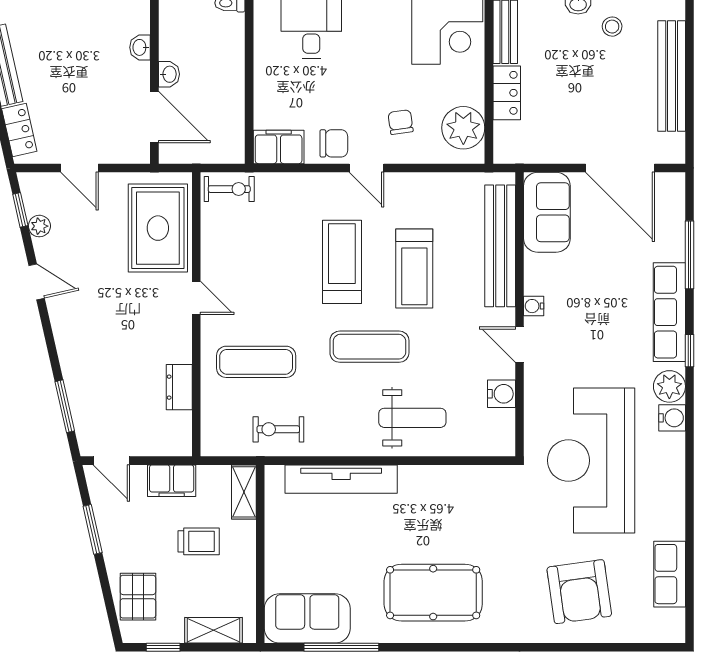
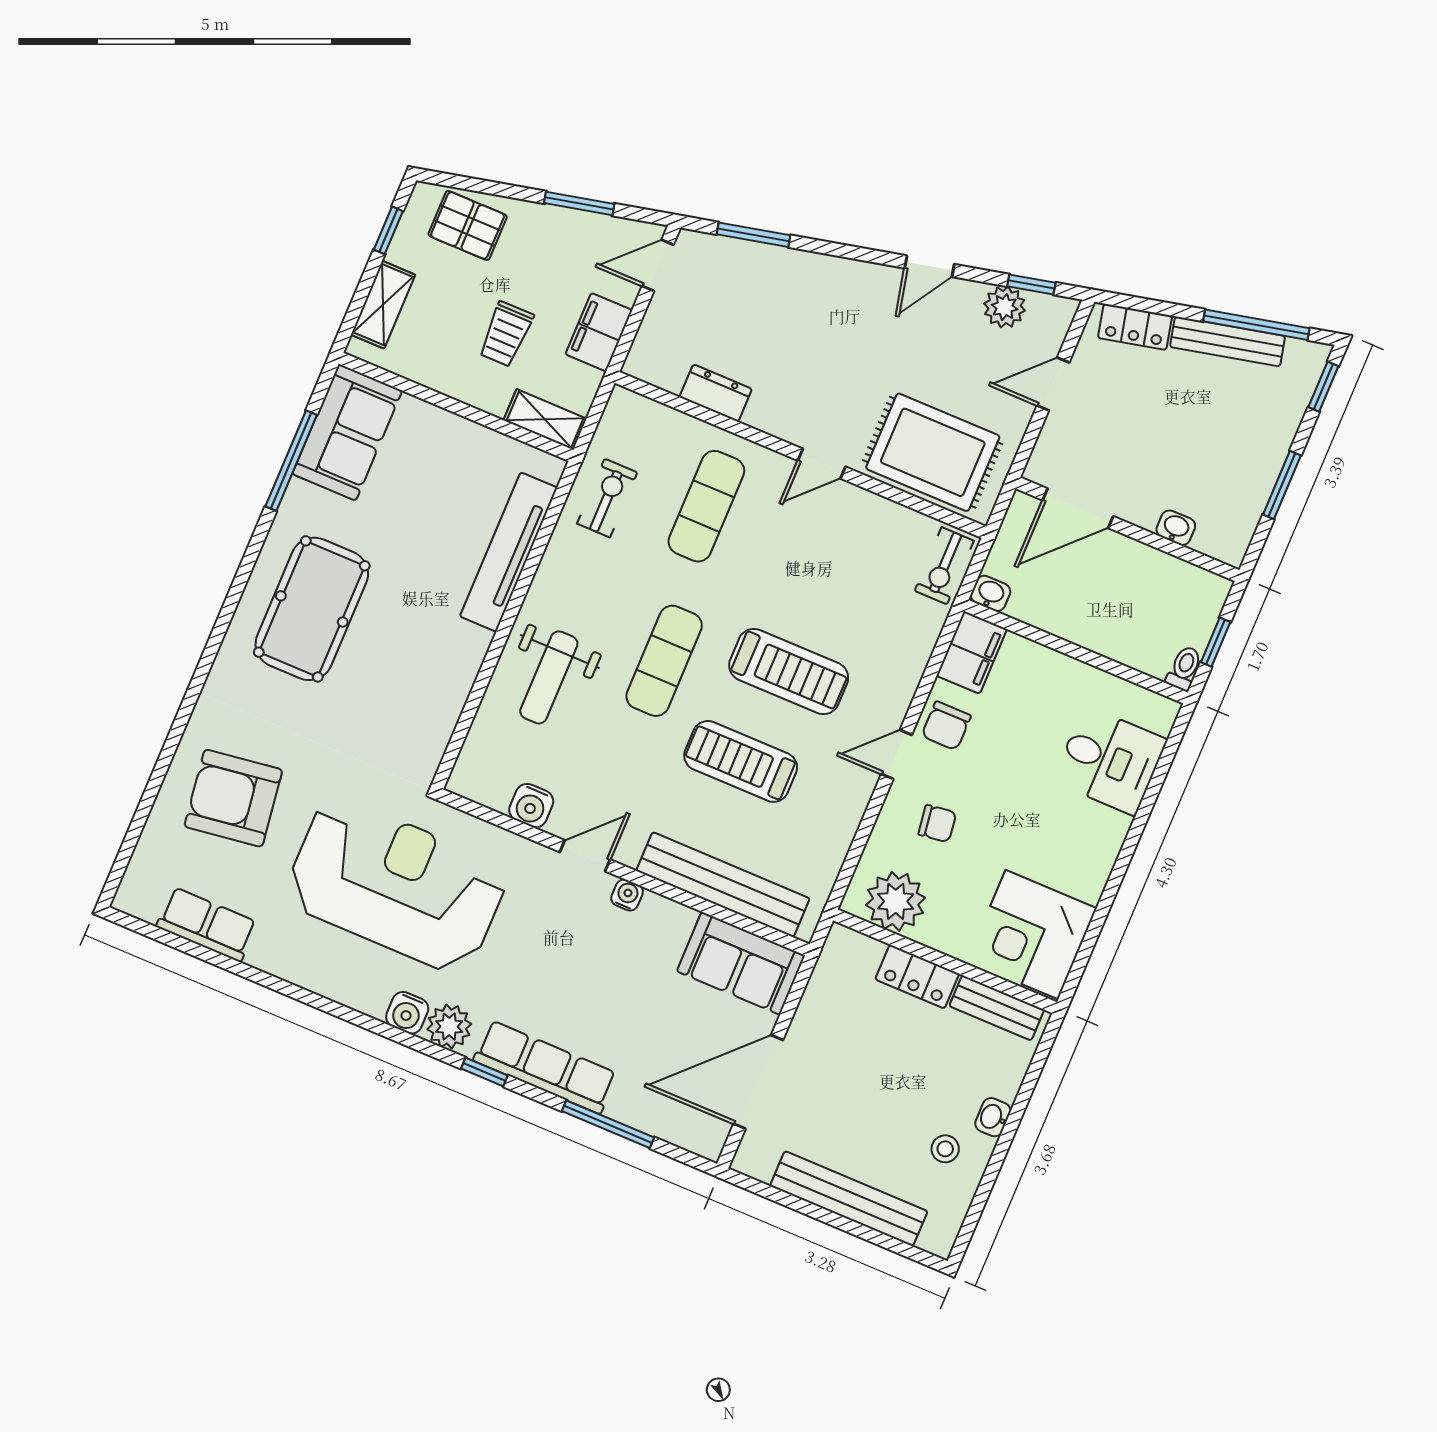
washbasin: (169, 74) -> (991, 593), moved, turned 180
plant: (39, 226) -> (1005, 307), width x1.38, depth x1.38

